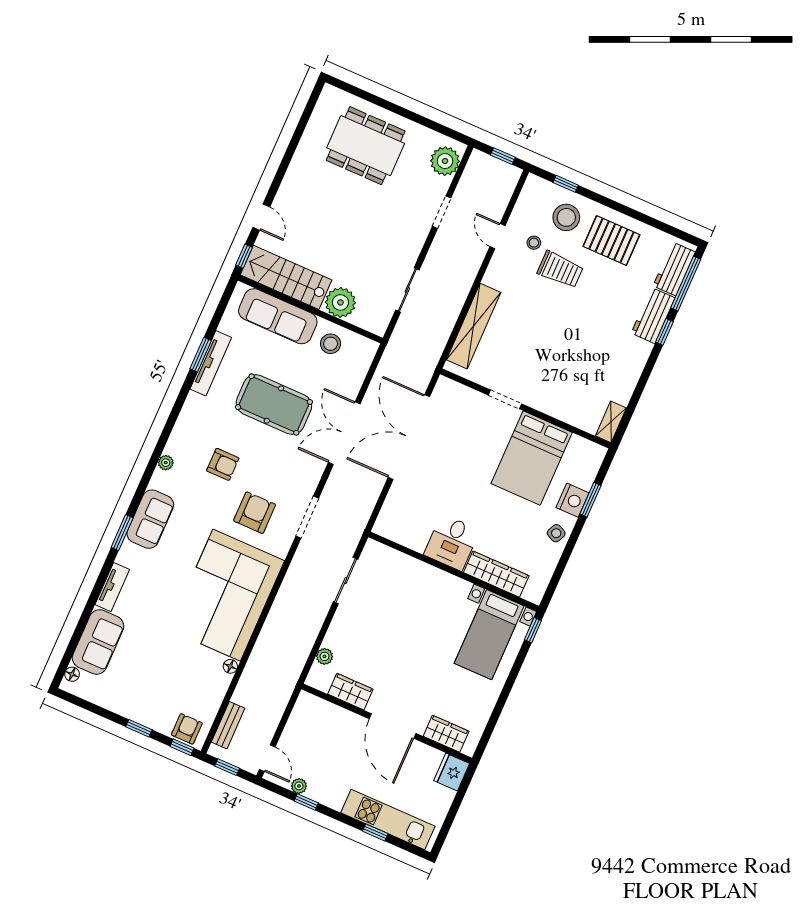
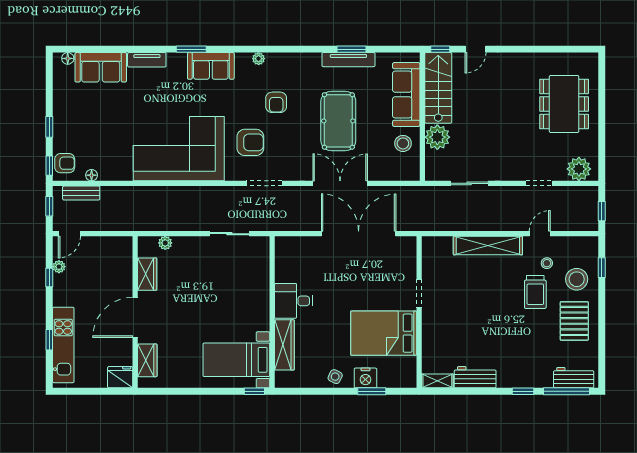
workbench: (653, 315) -> (475, 377), moved
shelving: (474, 326) -> (488, 245), moved
floor lamp: (230, 666) -> (92, 175), moved

